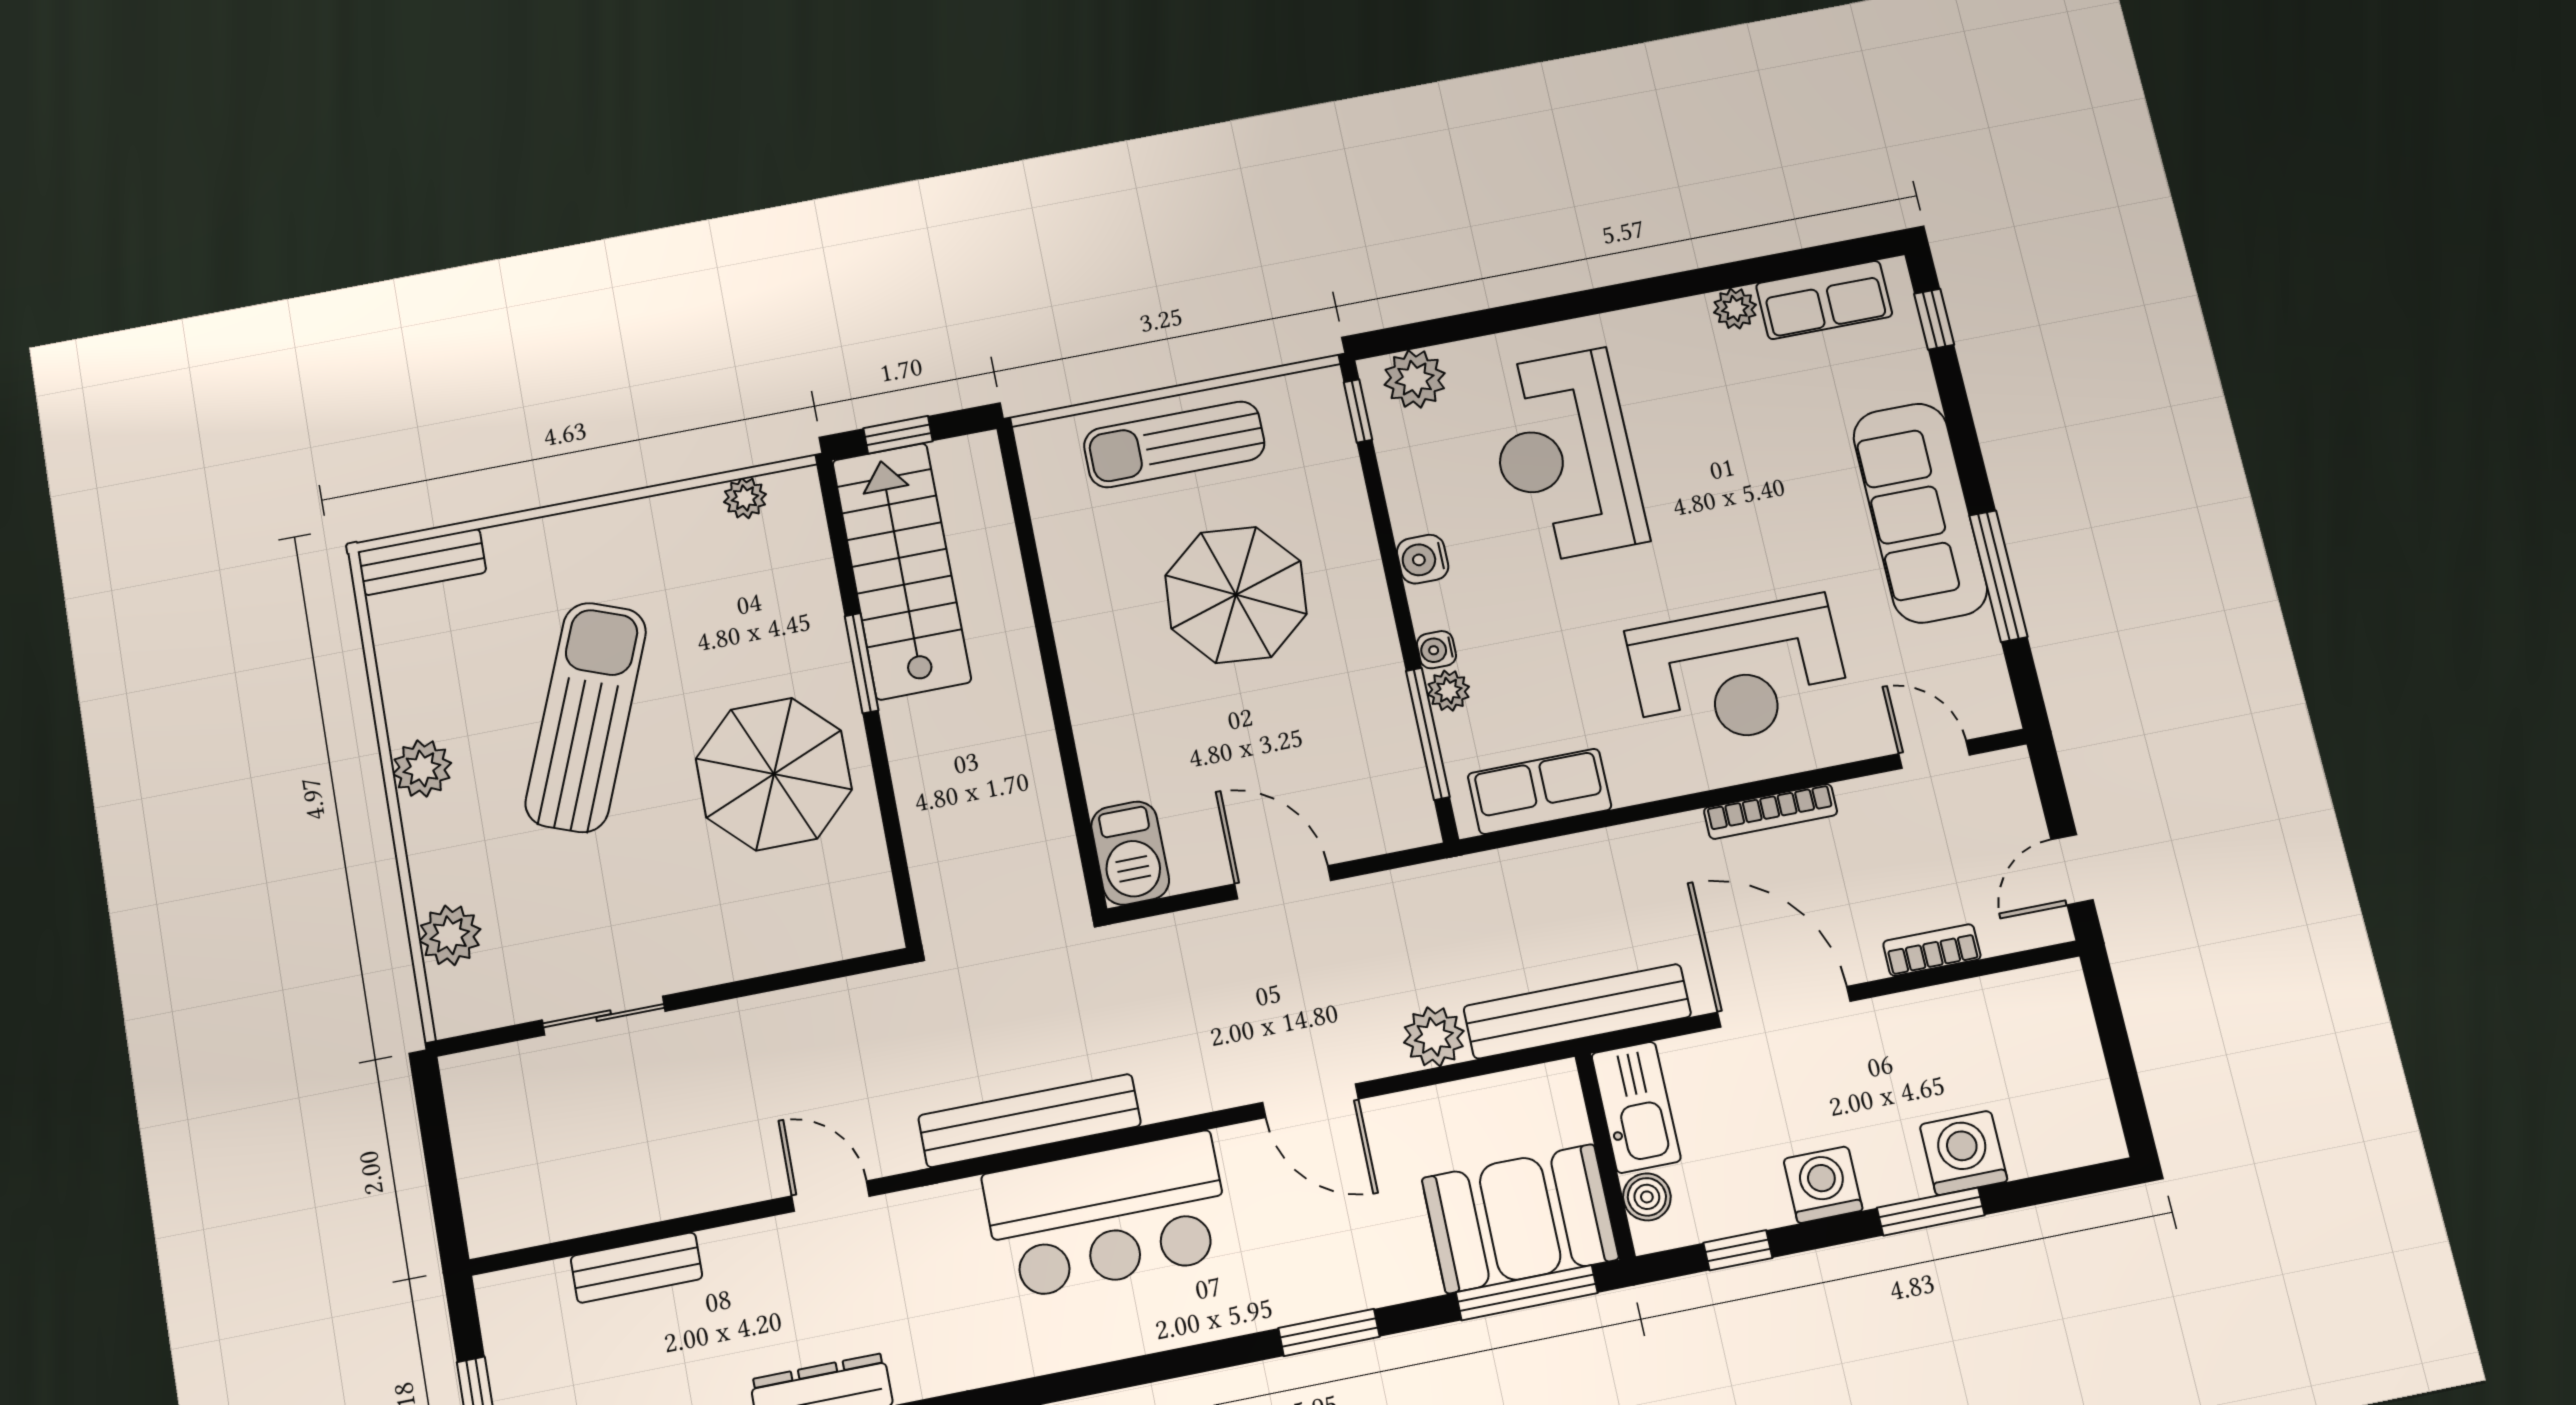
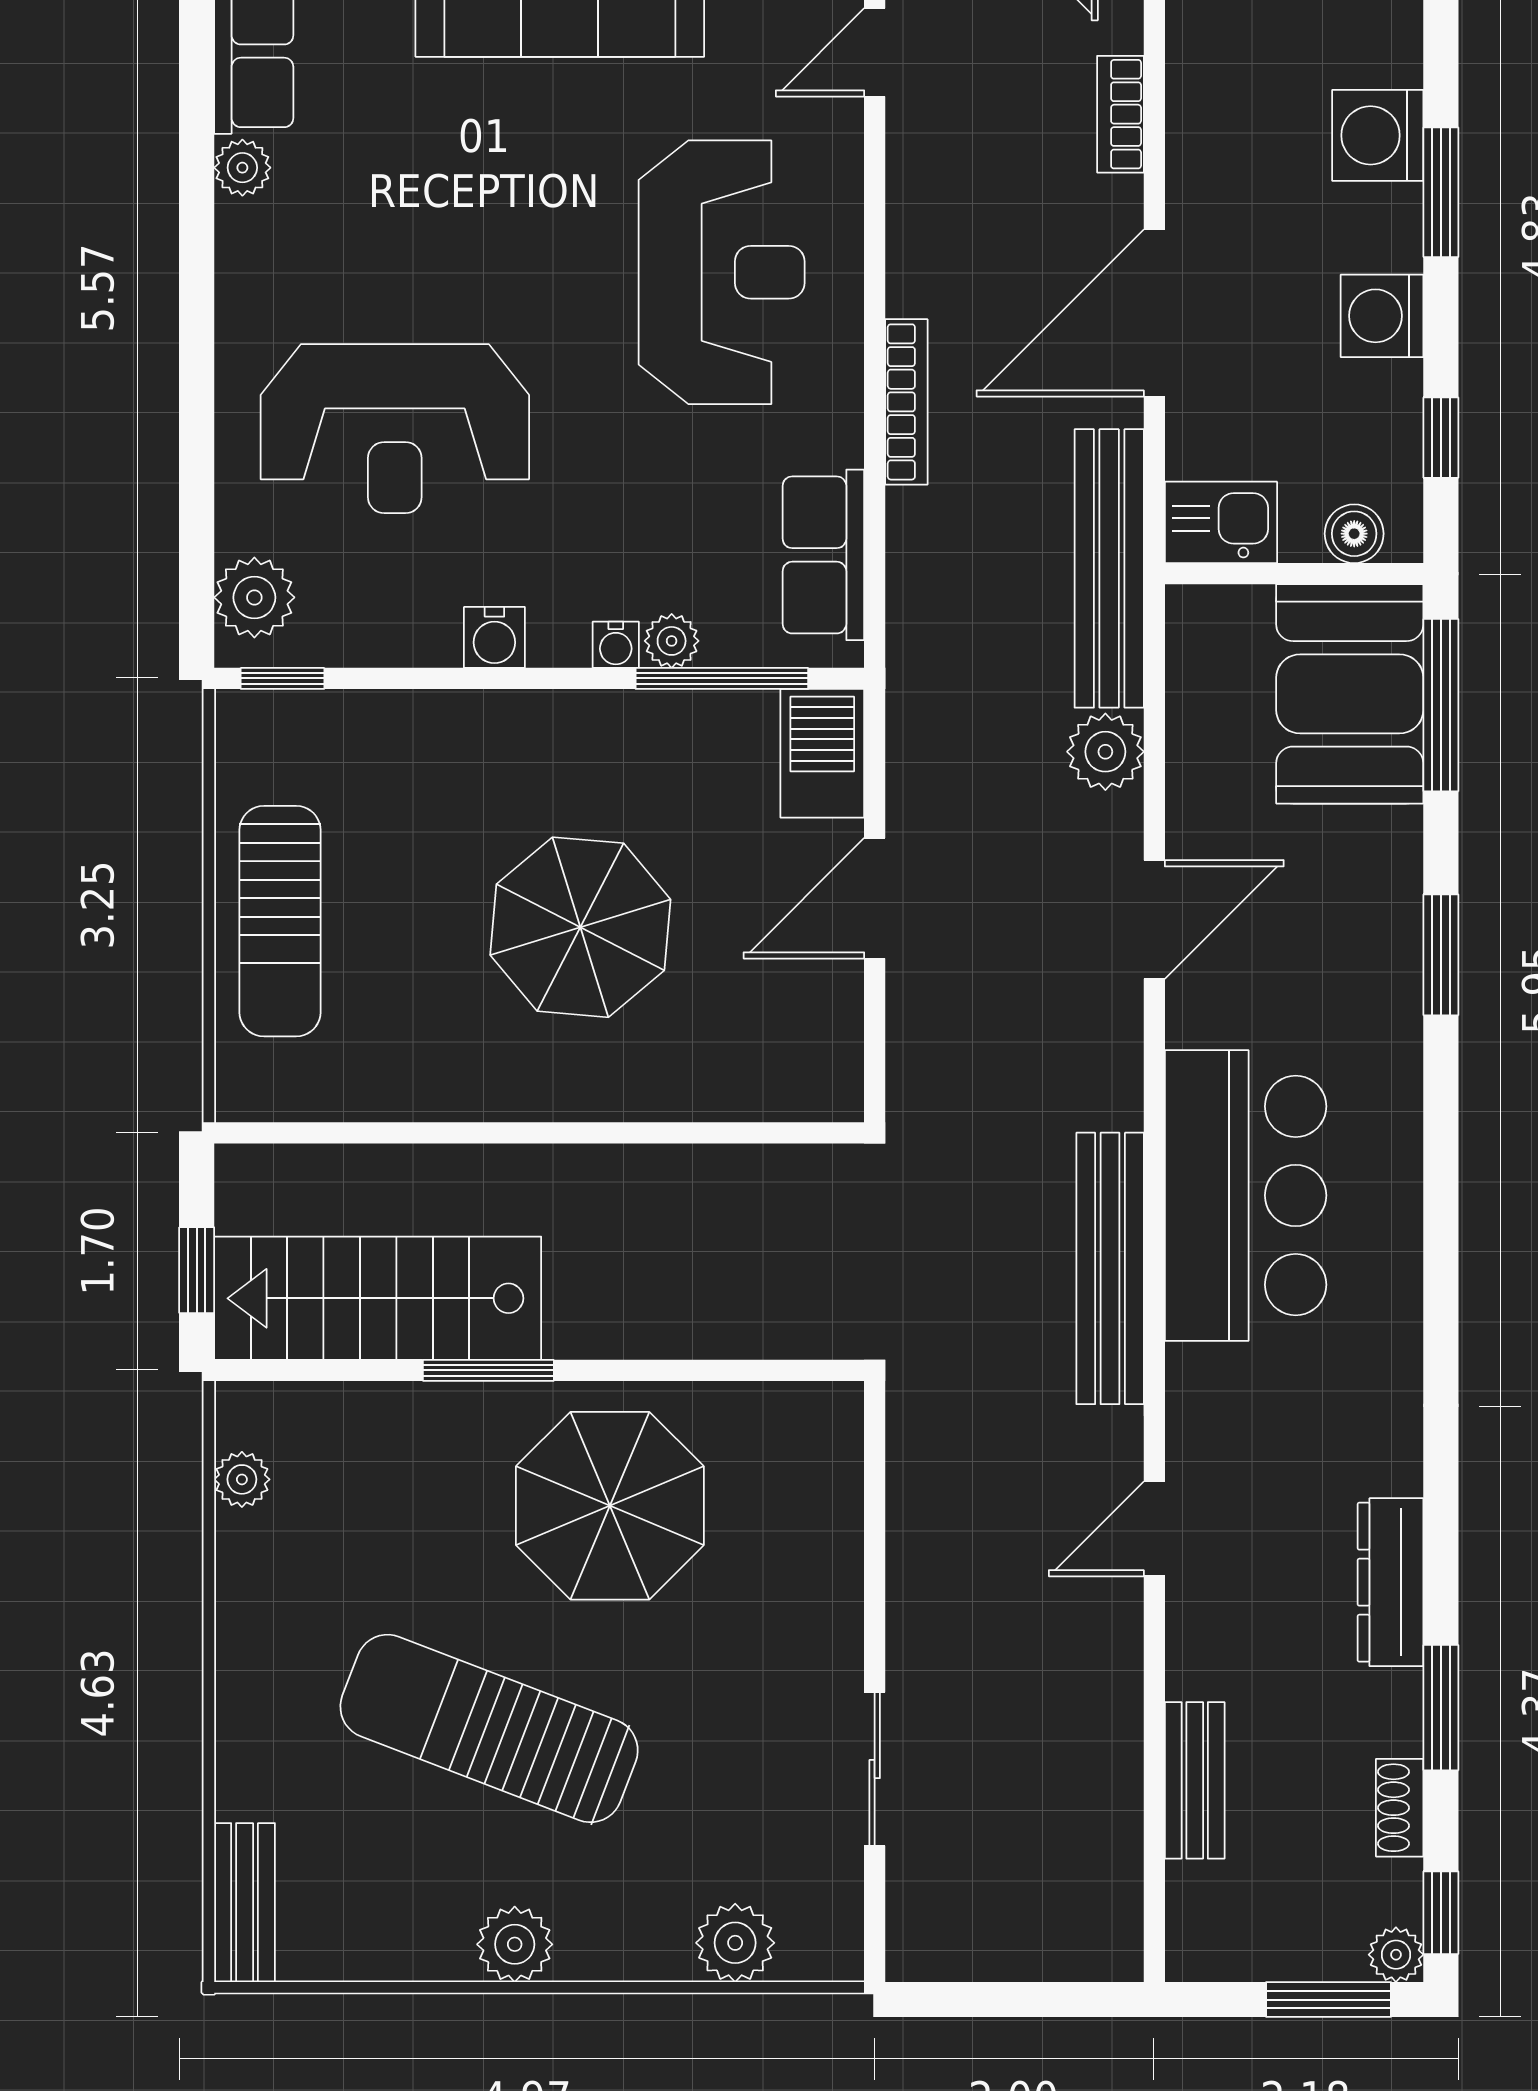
parasol: (1236, 595) -> (580, 927), moved
bookcase: (1771, 811) -> (906, 402), moved
barbecue: (1130, 853) -> (822, 753), moved, turned -90
kitchen sink: (1636, 1107) -> (1221, 522), width x0.73

